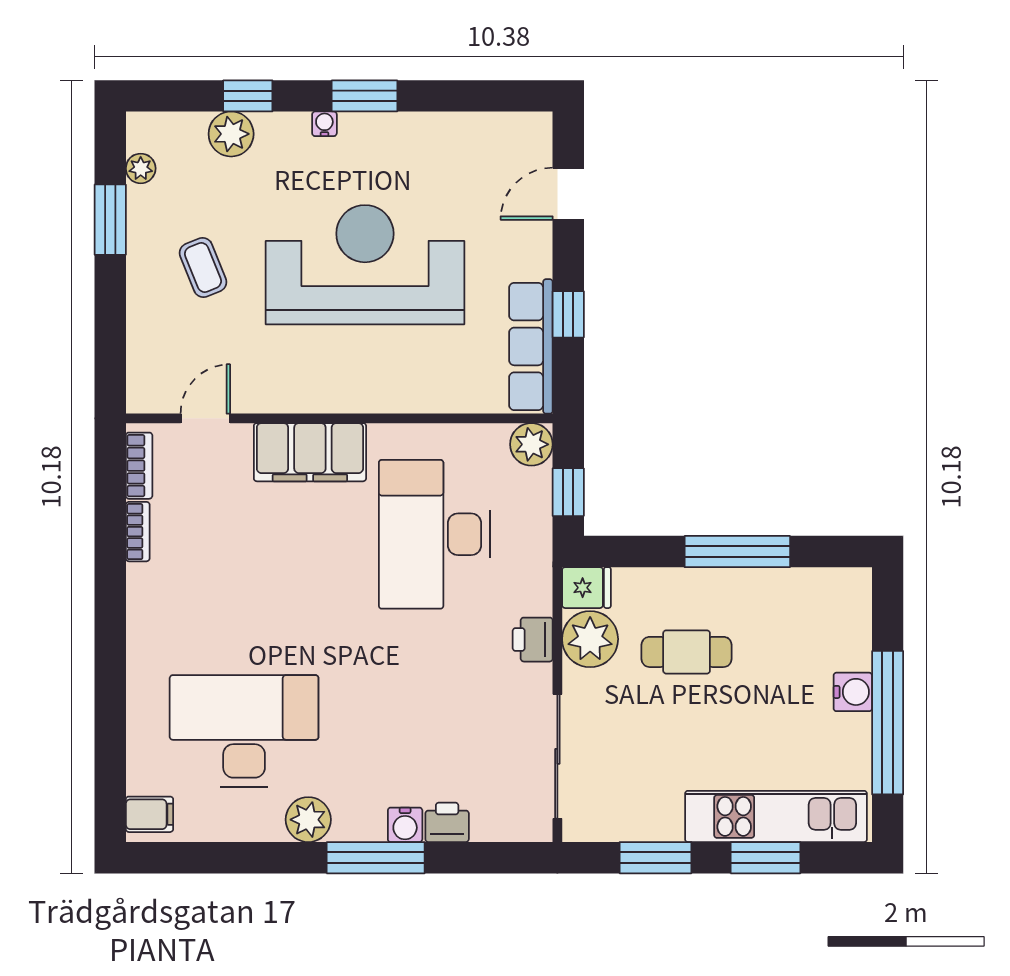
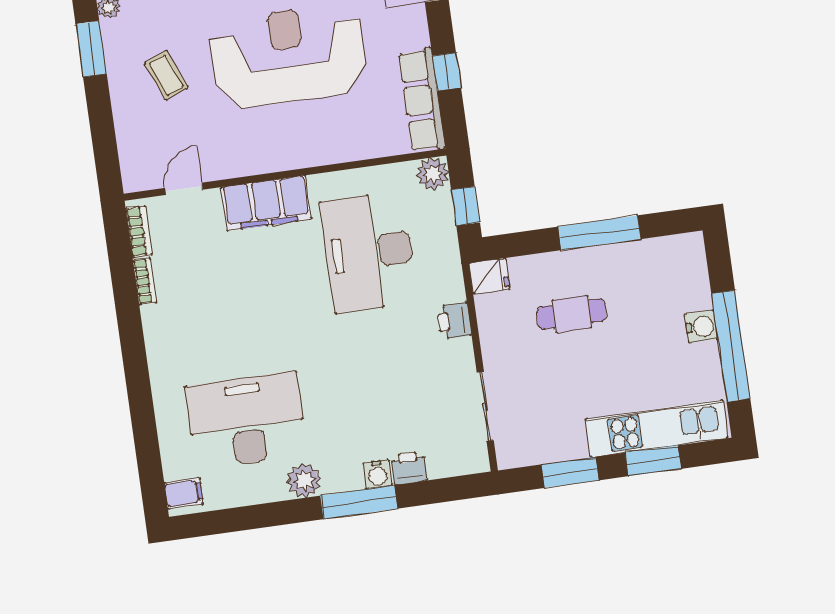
plant: (590, 639) -> (498, 315), removed
sliding door: (557, 756) -> (485, 406), width x0.73

